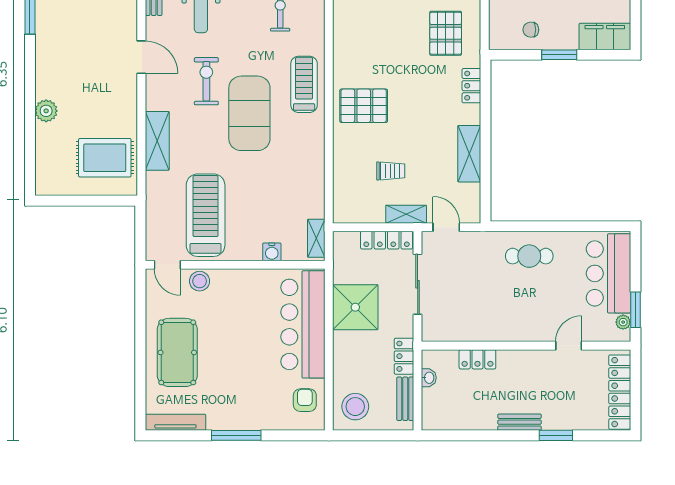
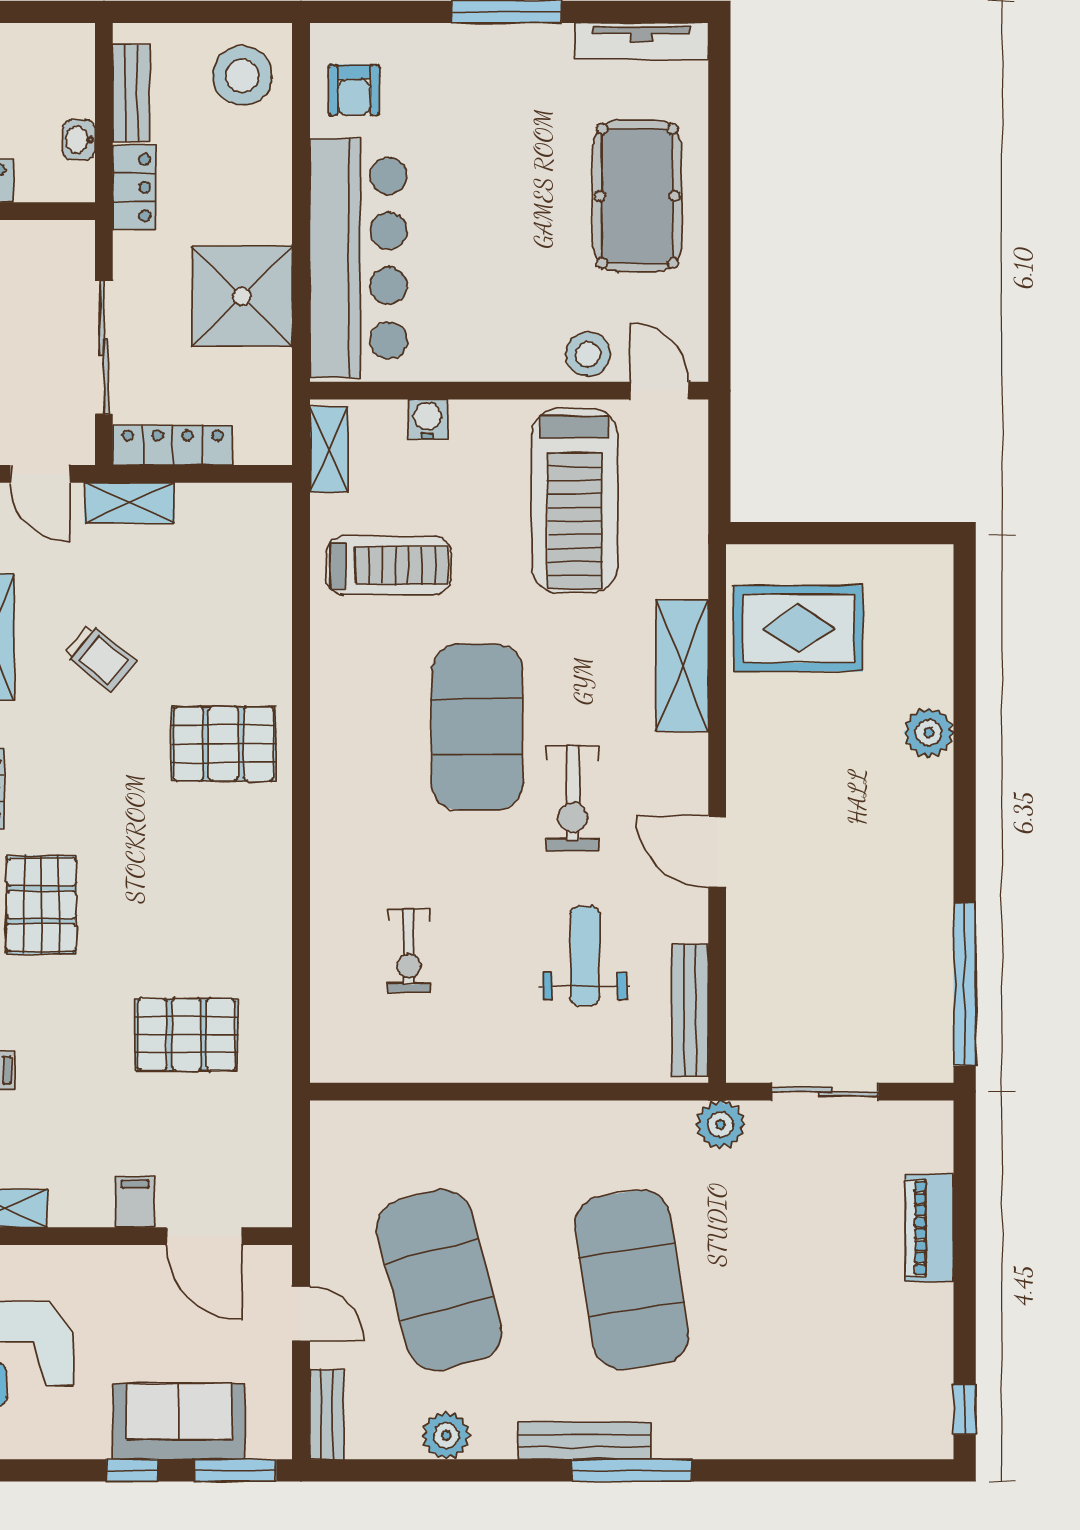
treadmill: (304, 84) -> (388, 566), moved, turned -90
trolley: (391, 171) -> (100, 657), moved, turned -141

